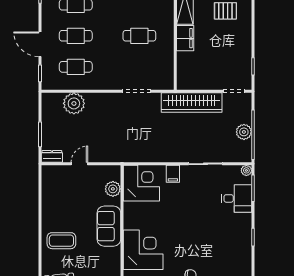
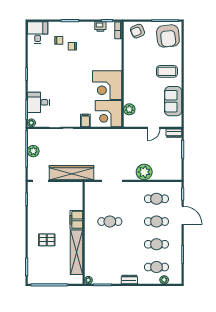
plant: (74, 103) -> (144, 172), moved
sofa: (109, 226) -> (173, 101), moved, turned 180
corner desk: (143, 250) -> (107, 85), moved

